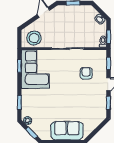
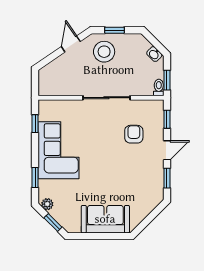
stool: (34, 38) -> (104, 52), moved
corner sofa: (35, 69) -> (59, 150), moved

